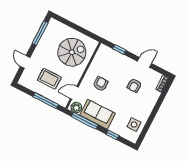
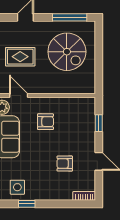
spiral stairs: (72, 52) -> (67, 52), moved
rug: (49, 79) -> (20, 57), turned 90
window: (148, 124) -> (27, 204), added

